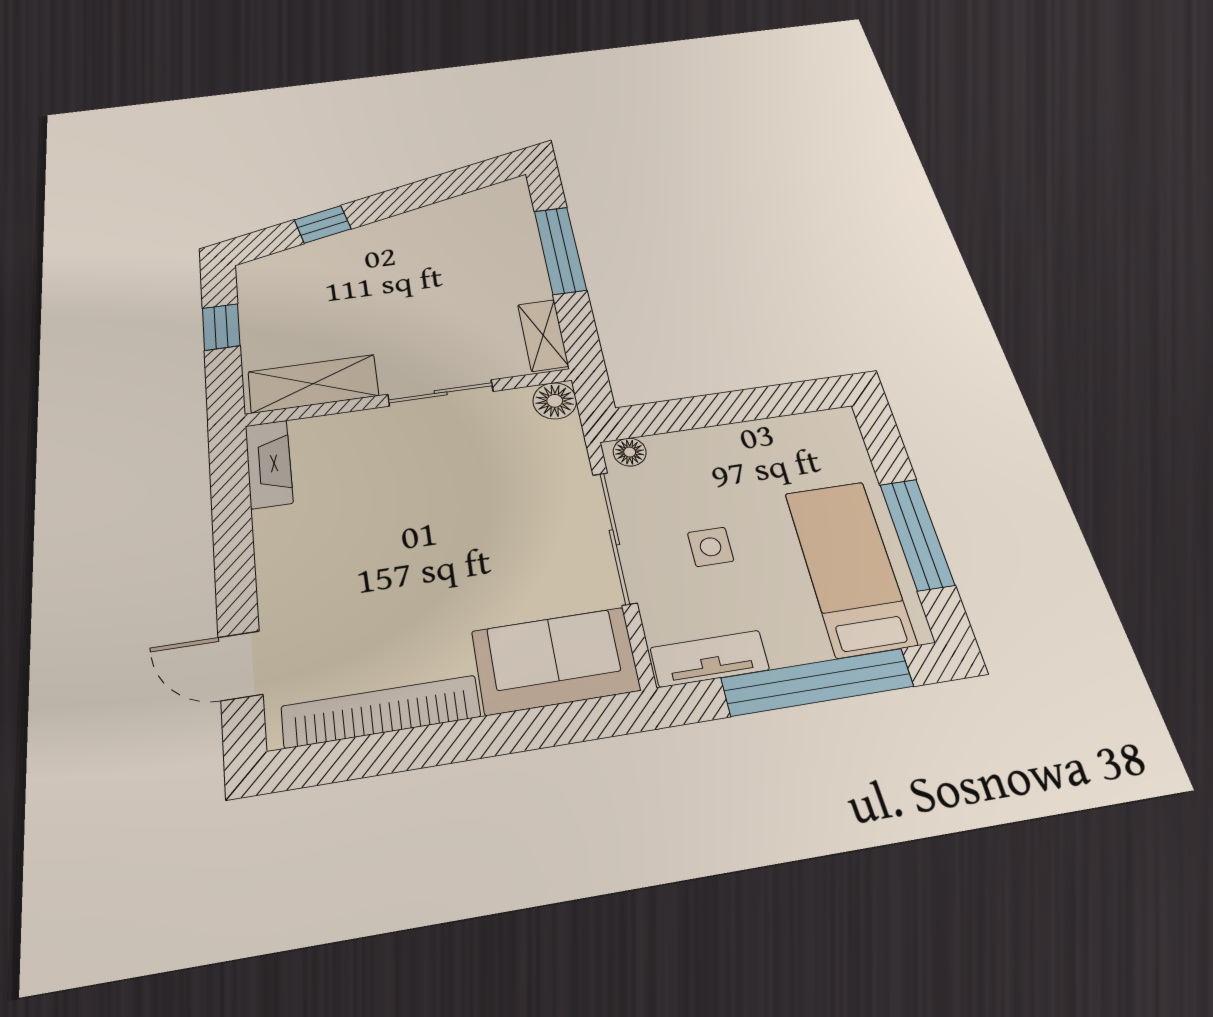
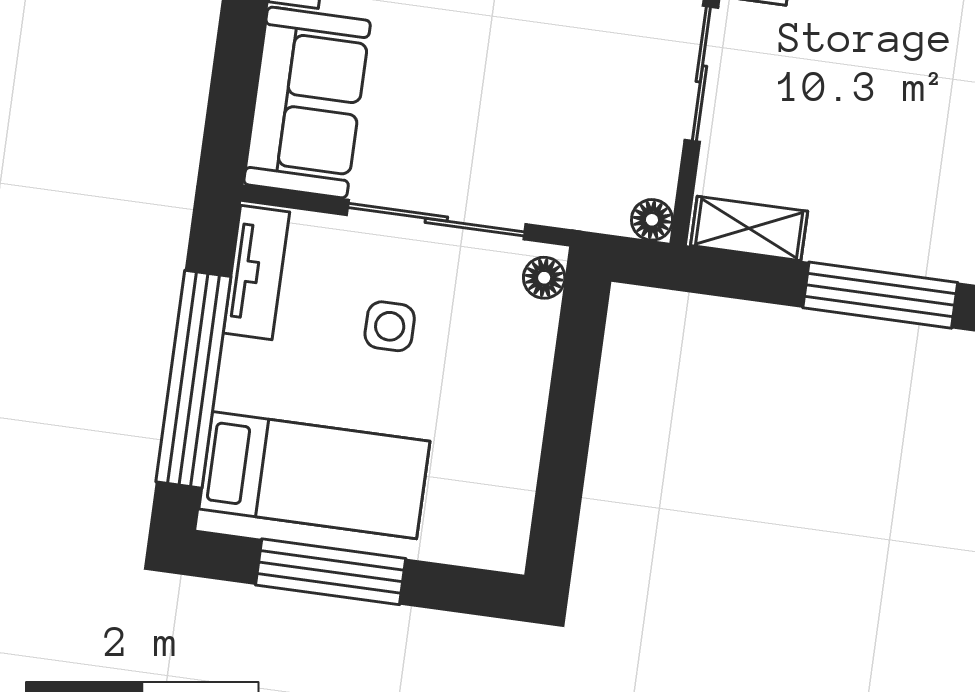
floor lamp: (555, 401) -> (652, 220), width x0.73, depth x0.73

